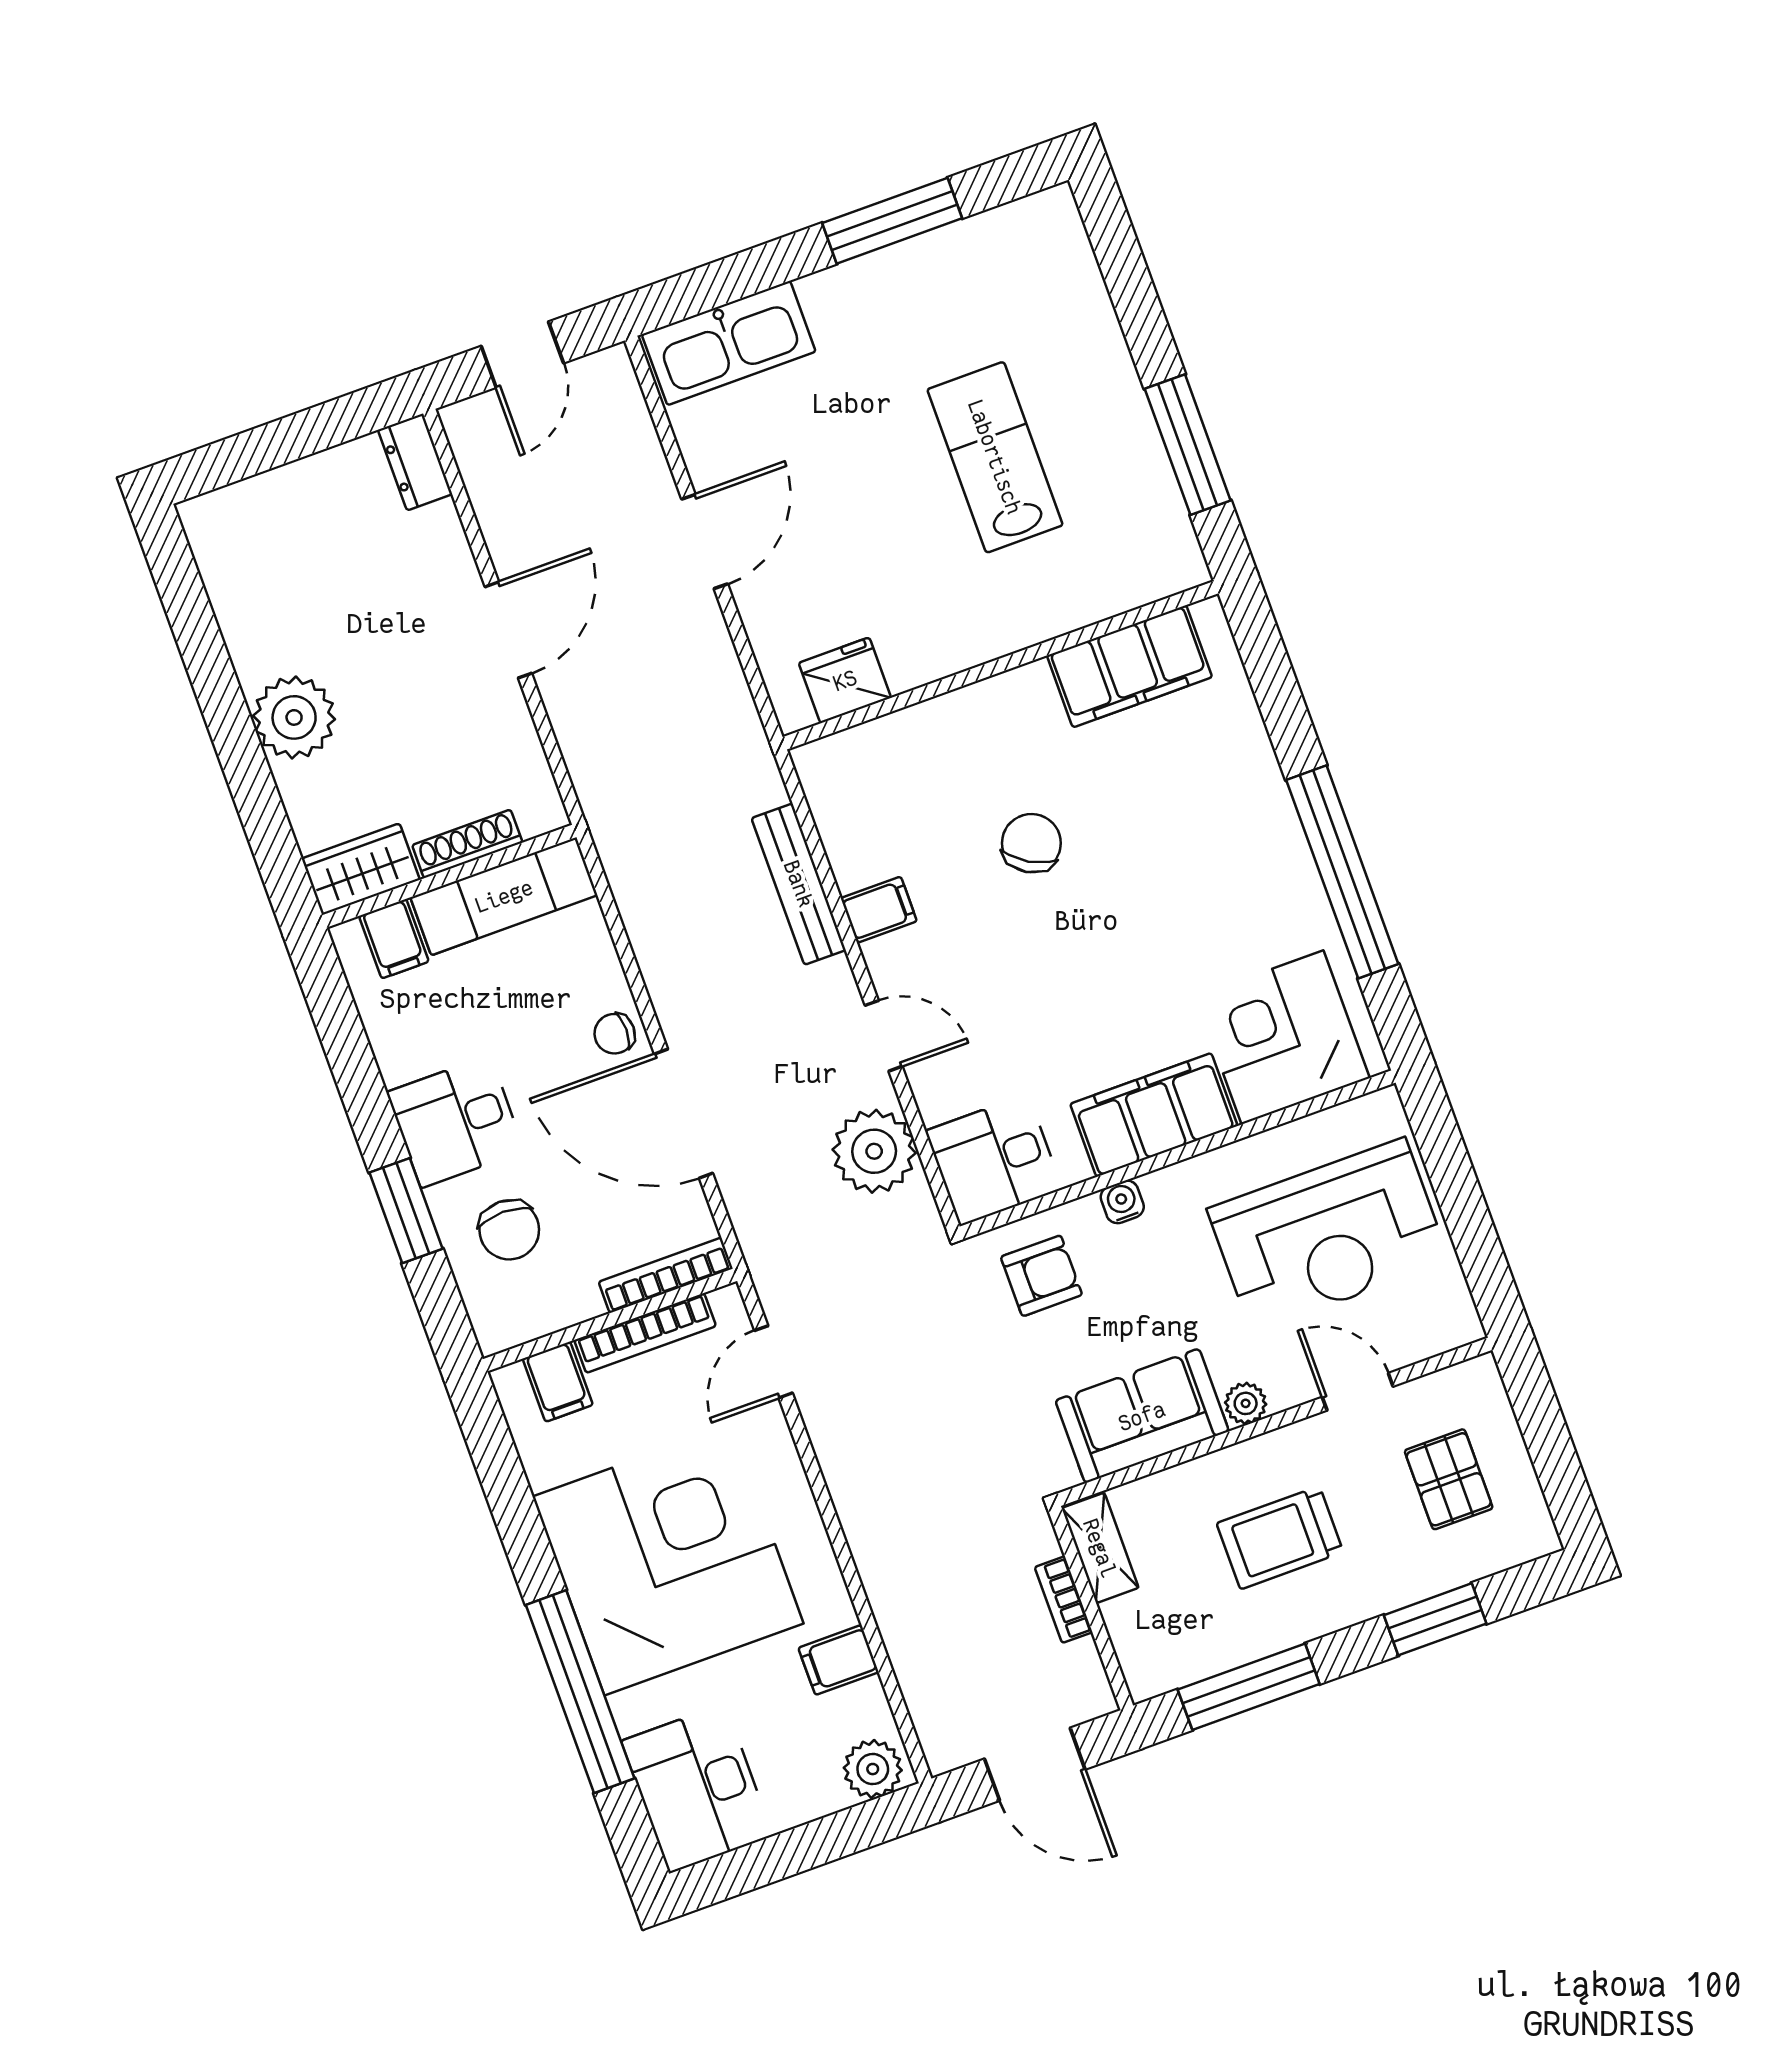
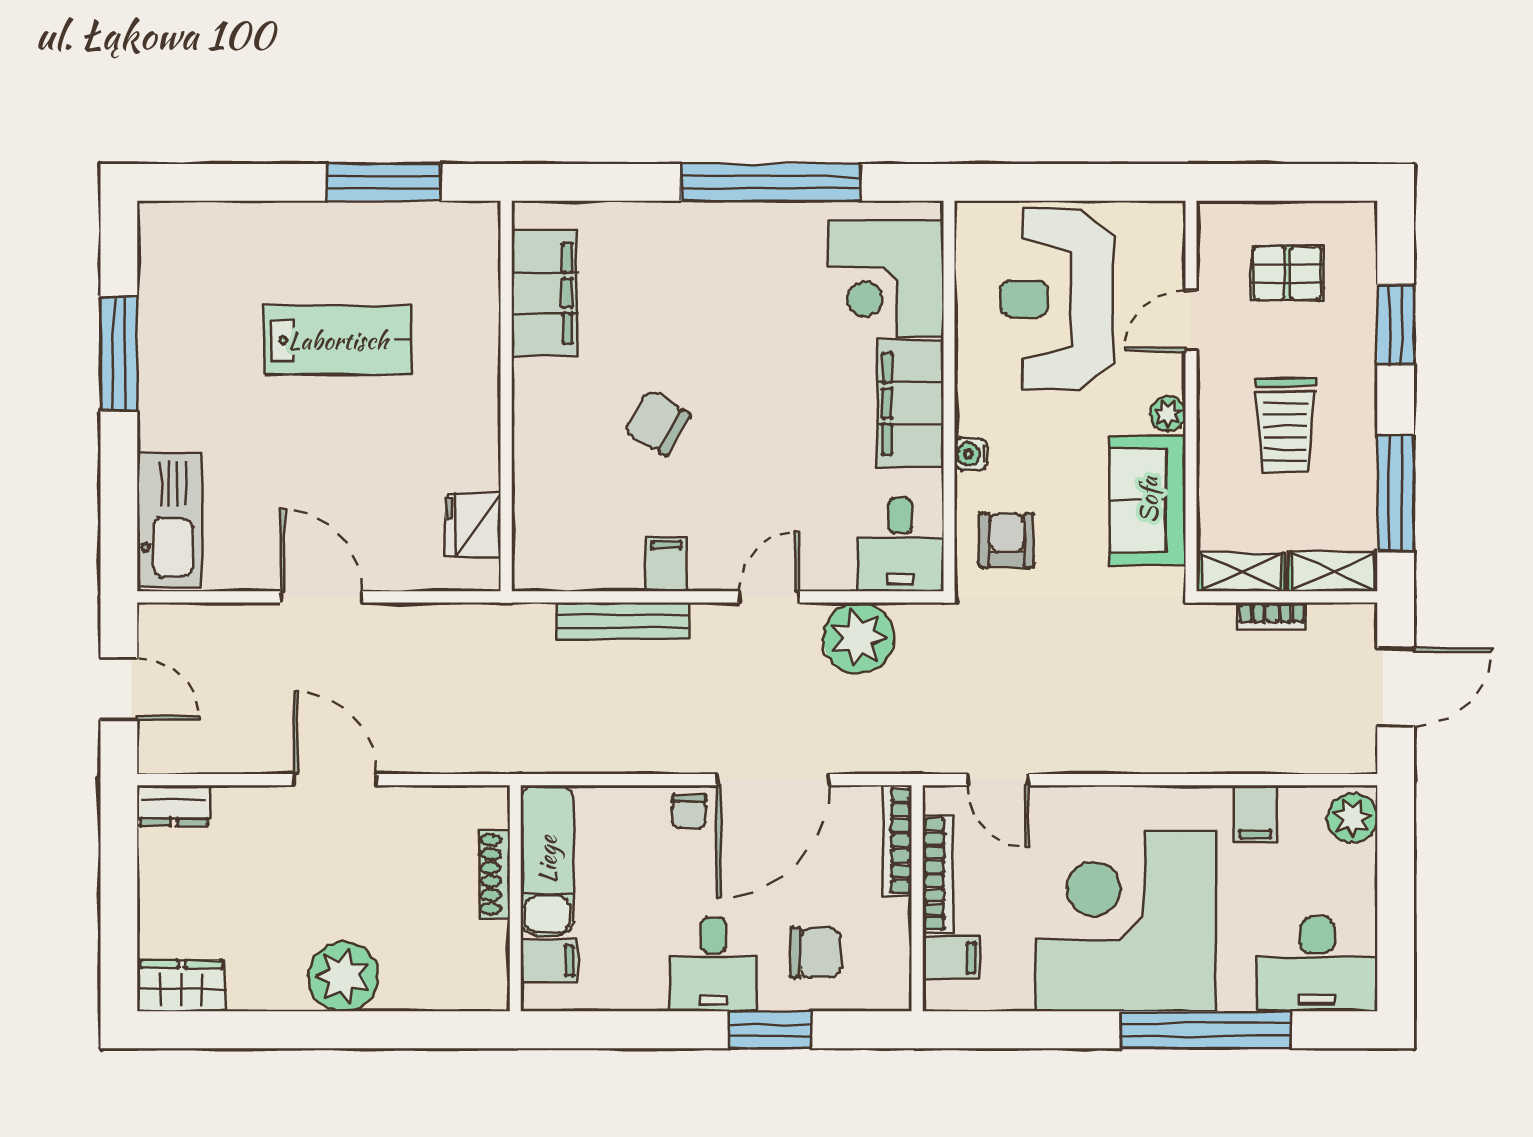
lab bench: (995, 457) -> (338, 340), turned 180
wardrobe: (361, 869) -> (182, 986), moved, turned 90
reception desk: (1328, 1235) -> (1057, 299), turned 180
shelving: (1137, 1649) -> (1333, 571), added

